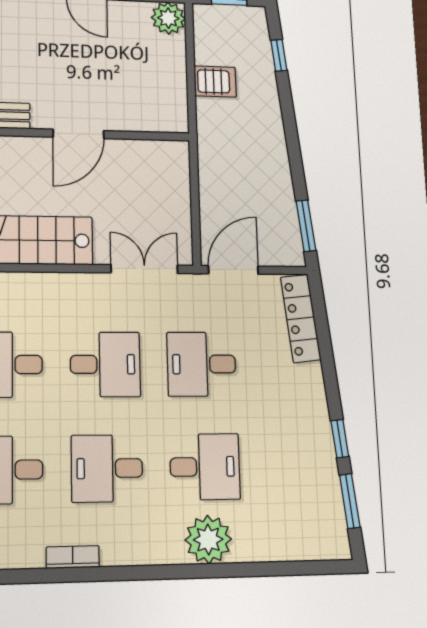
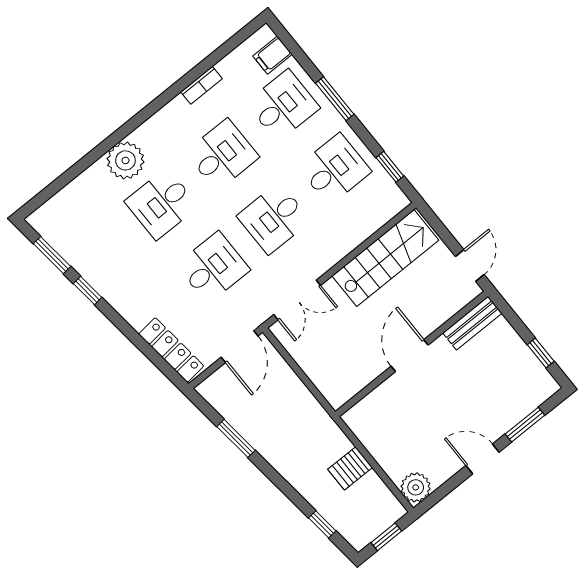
window: (306, 226) -> (236, 438), moved

